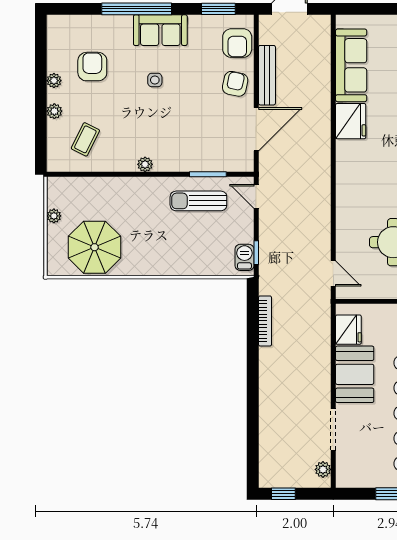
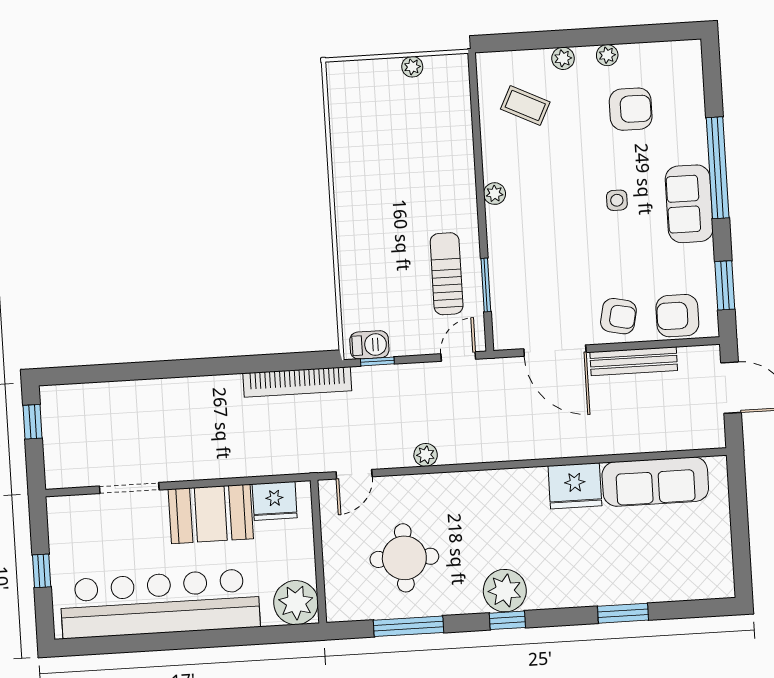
parasol: (95, 247) -> (371, 128), removed
bookcase: (265, 321) -> (297, 382), width x1.48, depth x1.31
plant: (323, 469) -> (426, 455), moved

